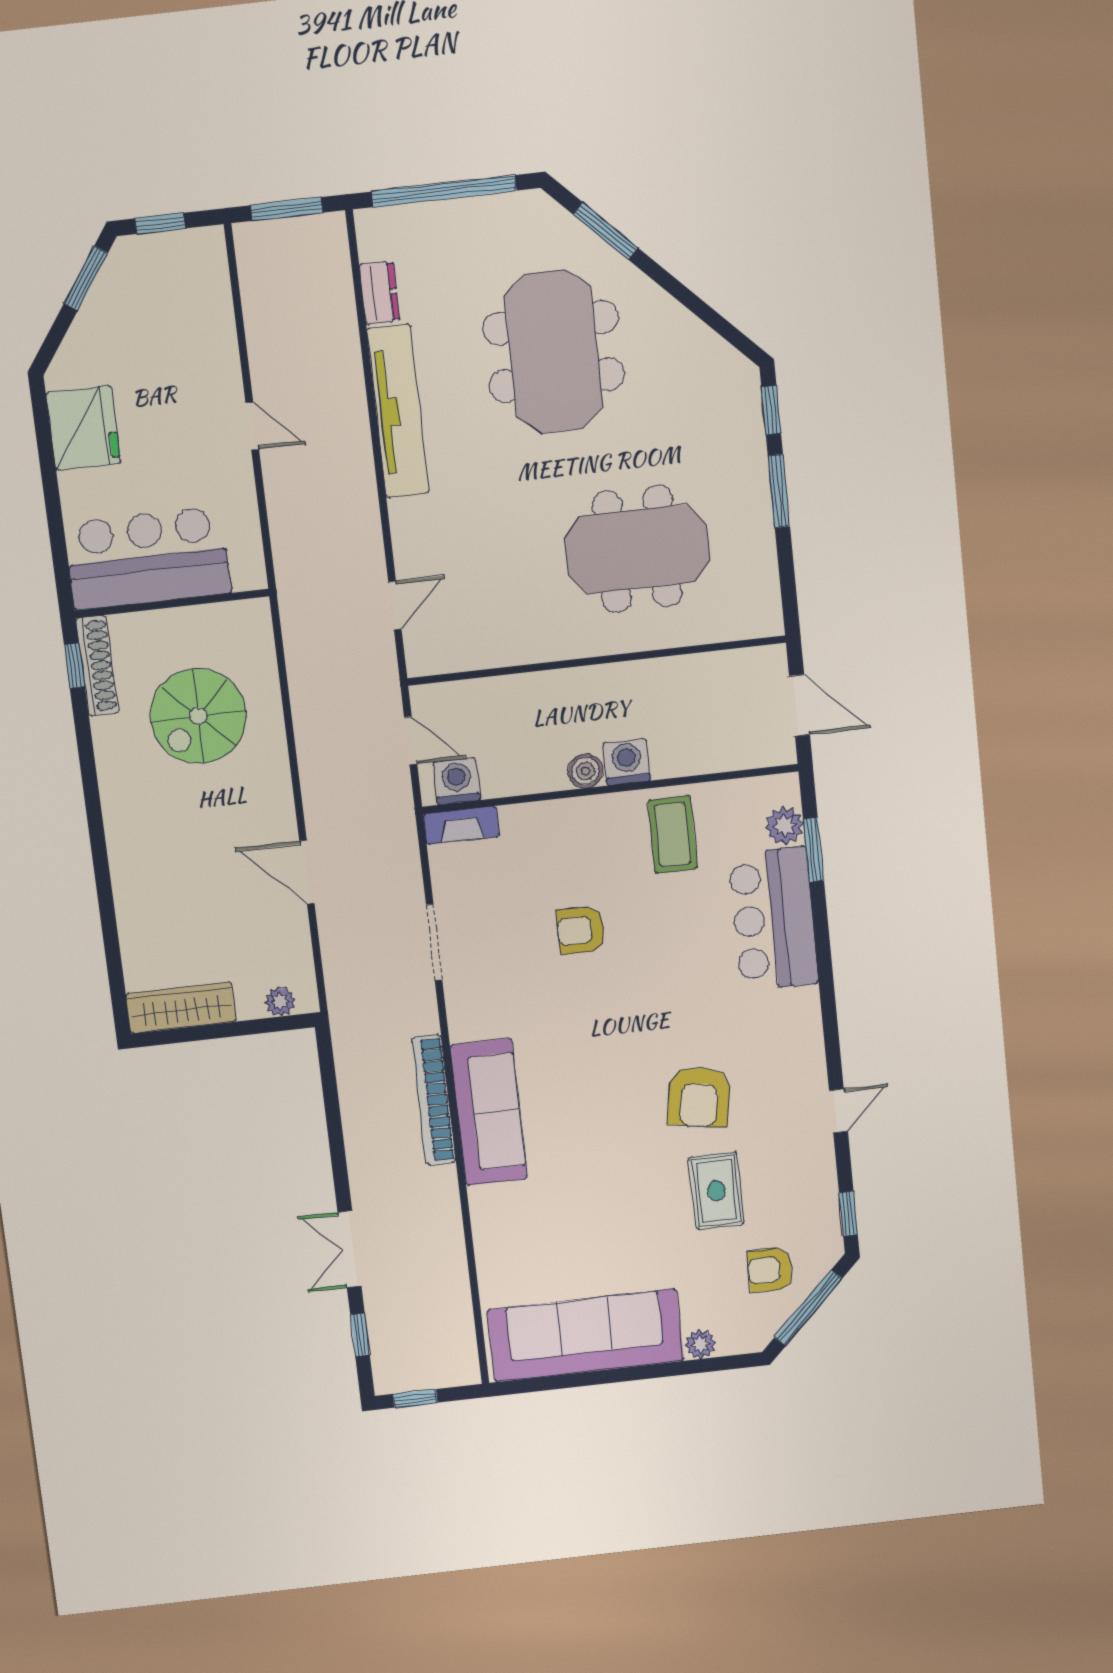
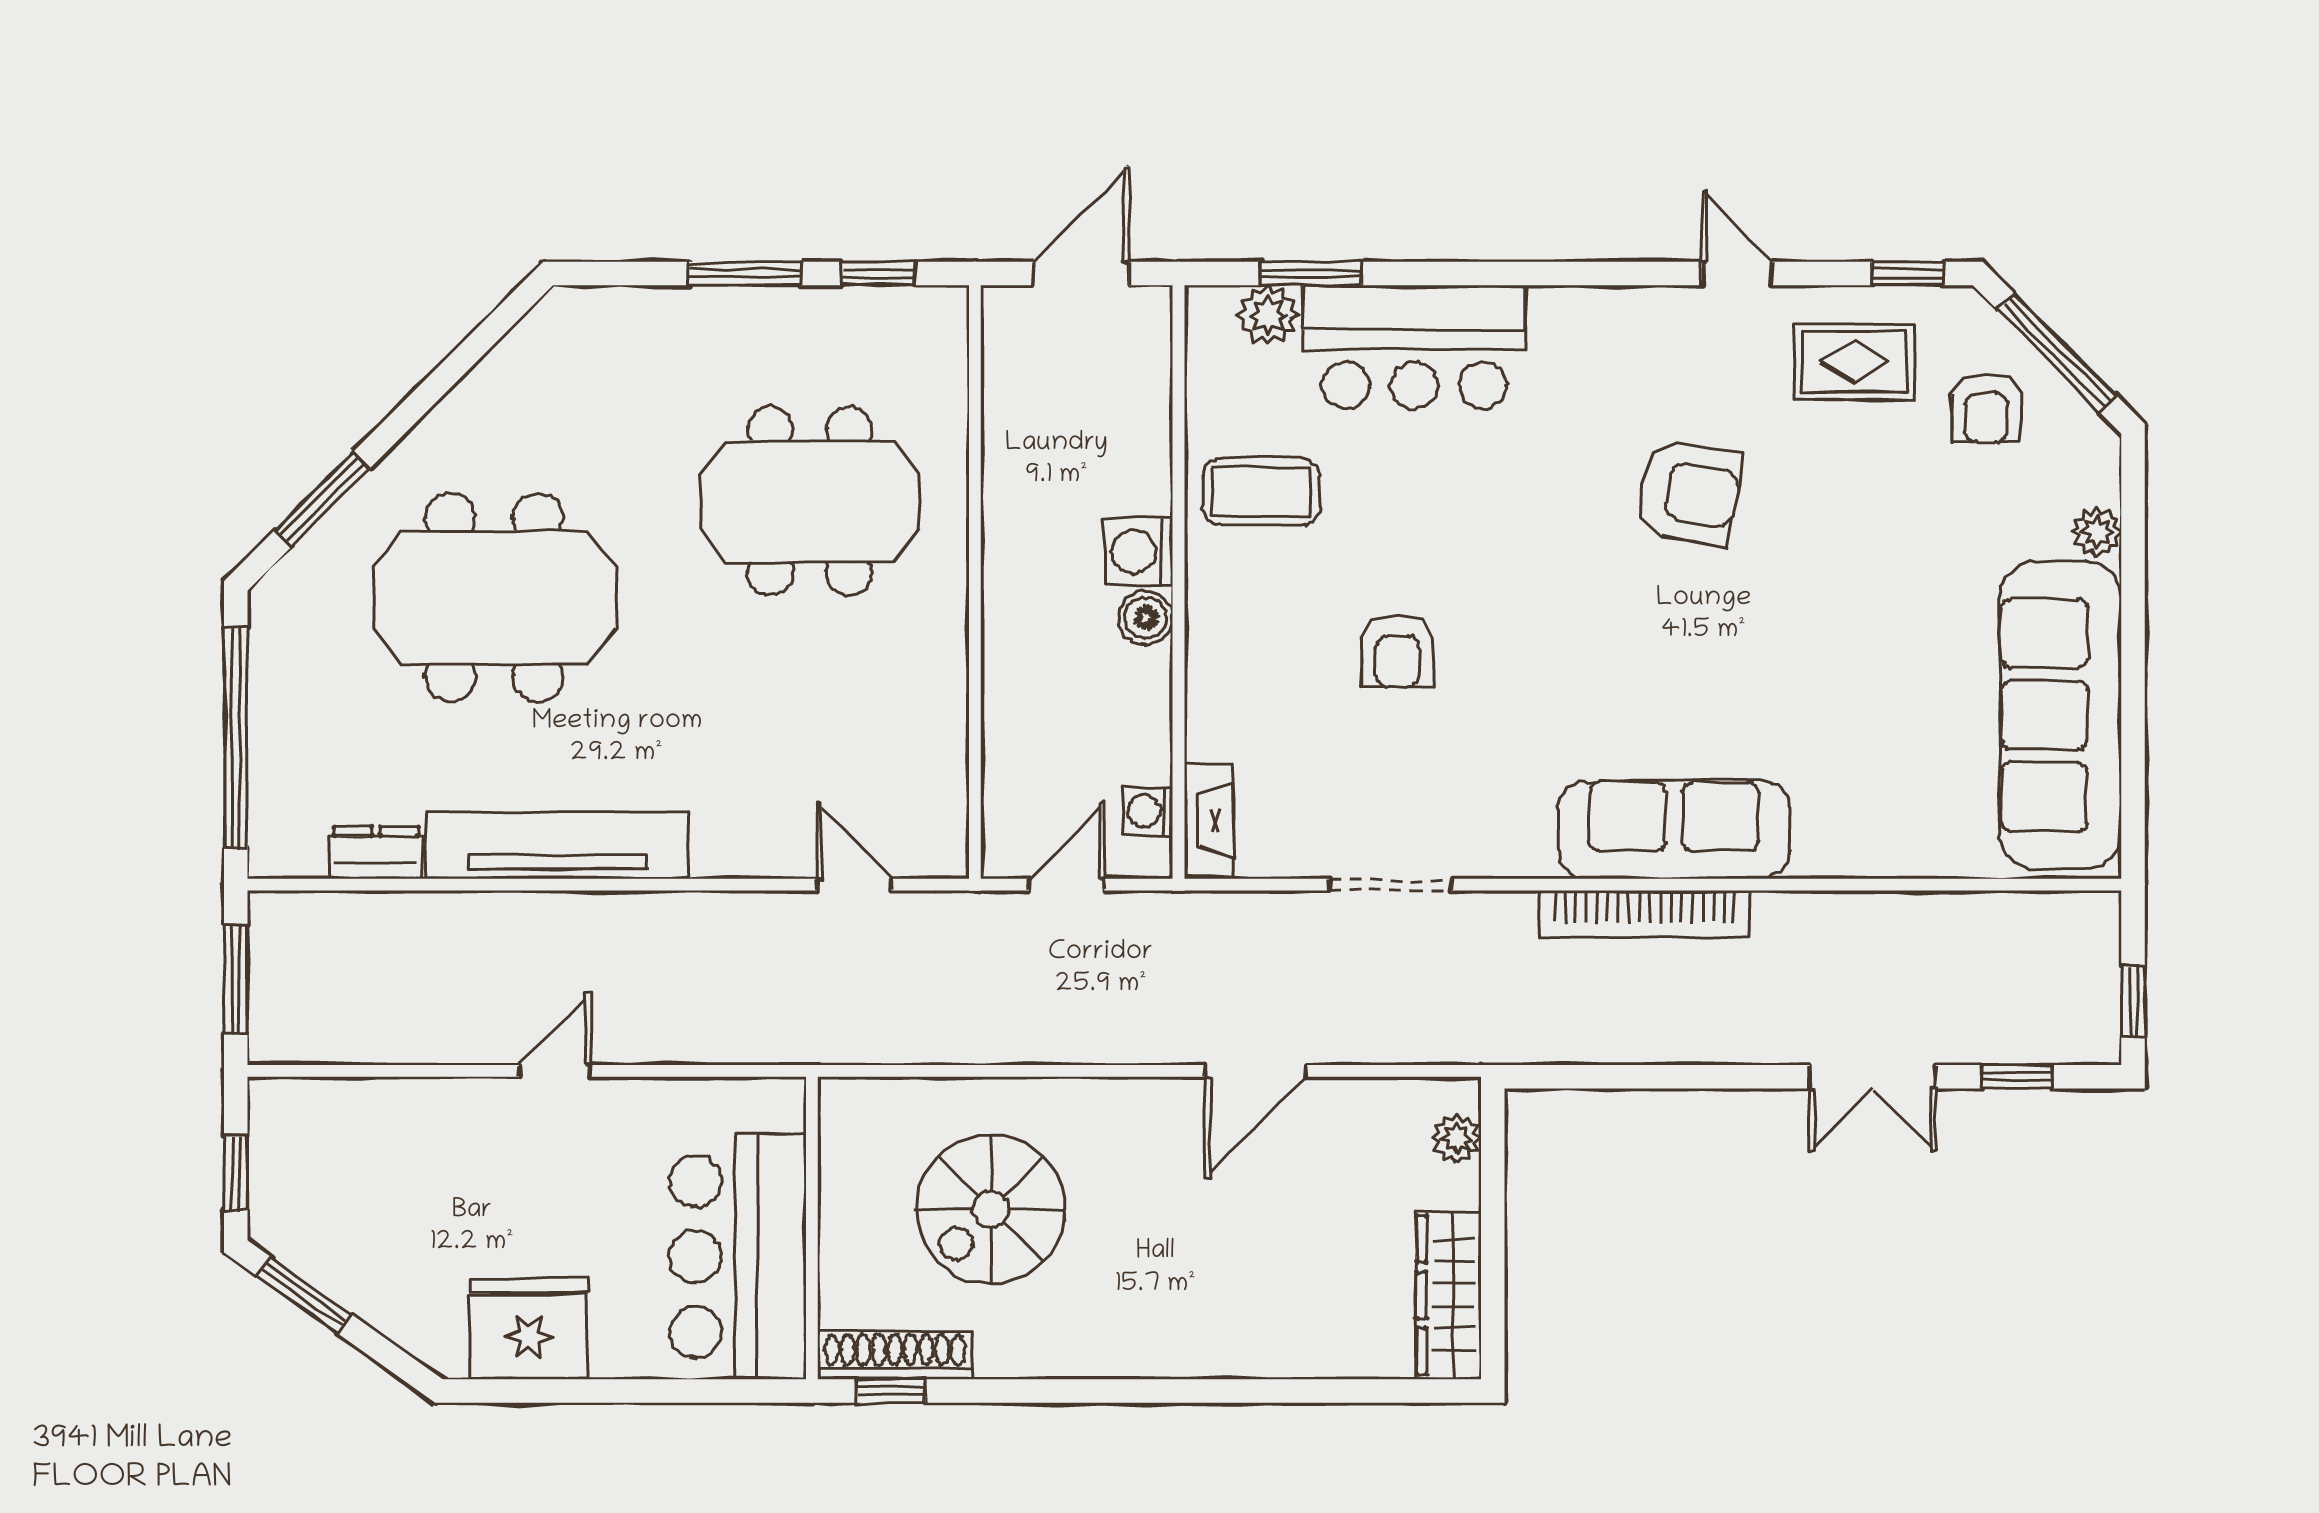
window: (771, 410) -> (878, 273), moved
meeting table: (637, 549) -> (810, 501), turned 90
spiral stairs: (198, 716) -> (991, 1209), turned 90
washing machine: (457, 781) -> (1148, 811), width x0.73, depth x0.73
rug: (716, 1191) -> (1855, 362), moved

